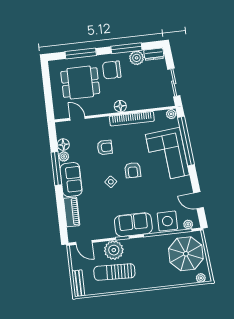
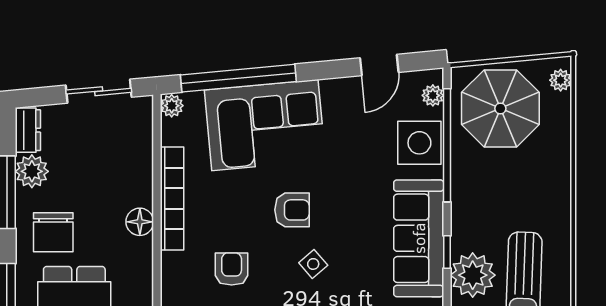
sofa: (133, 225) -> (419, 238), width x1.36

